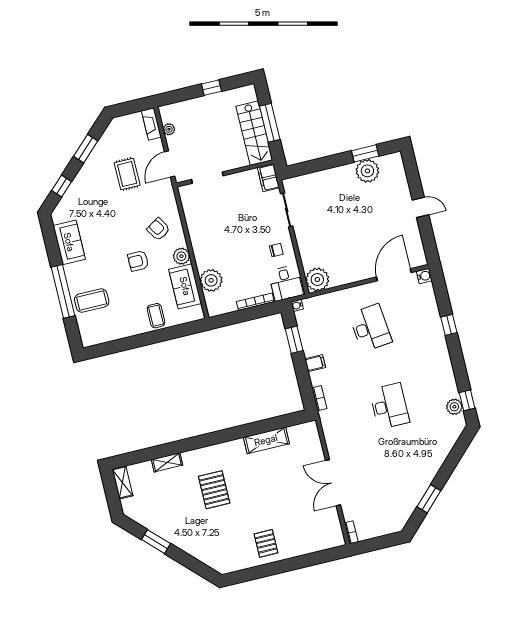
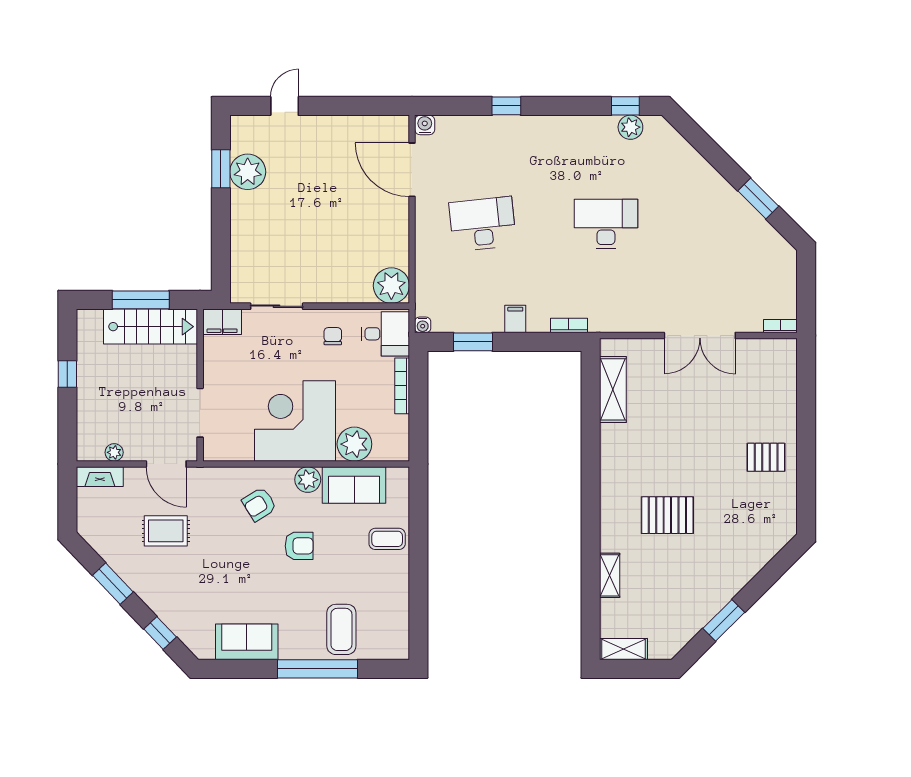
door: (420, 207) -> (285, 106), moved
corner desk: (217, 239) -> (295, 421), added
armchair: (138, 261) -> (299, 546), turned -90
shelving: (266, 440) -> (613, 389), moved

